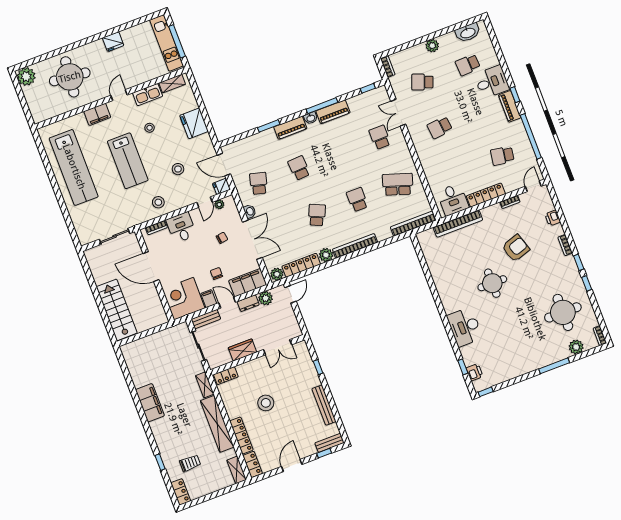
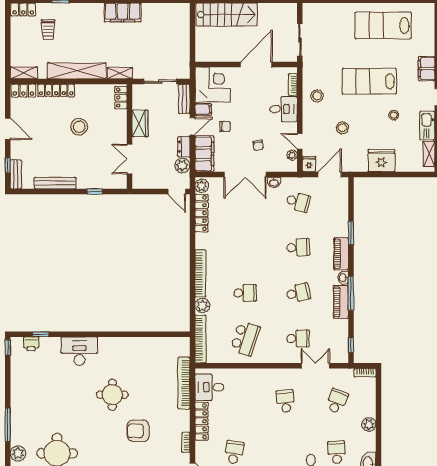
lab bench: (74, 167) -> (383, 25), width x0.73
school desk: (317, 215) -> (298, 293), moved, turned -36
armchair: (516, 248) -> (138, 431), turned 108
plant: (326, 255) -> (202, 305), moved

